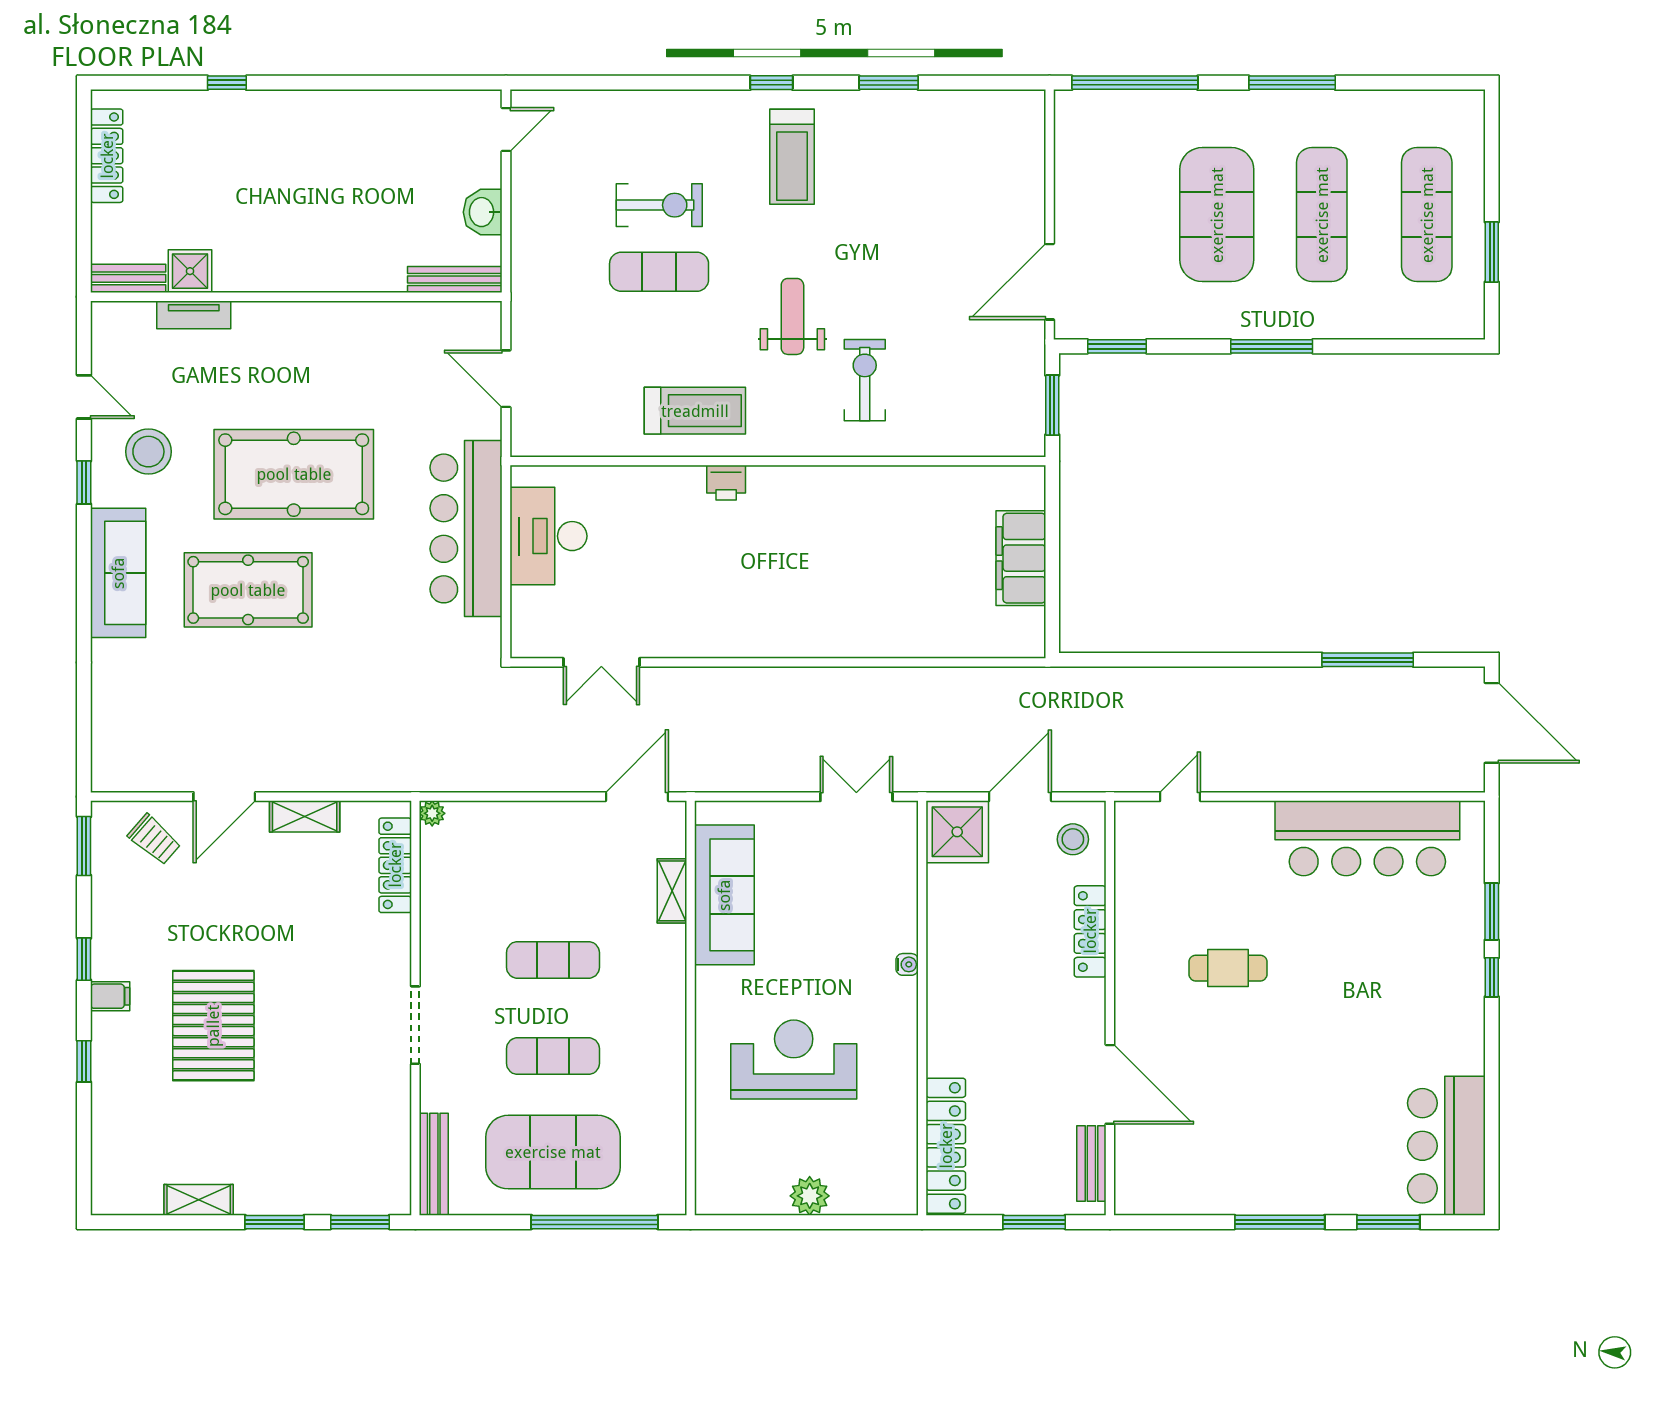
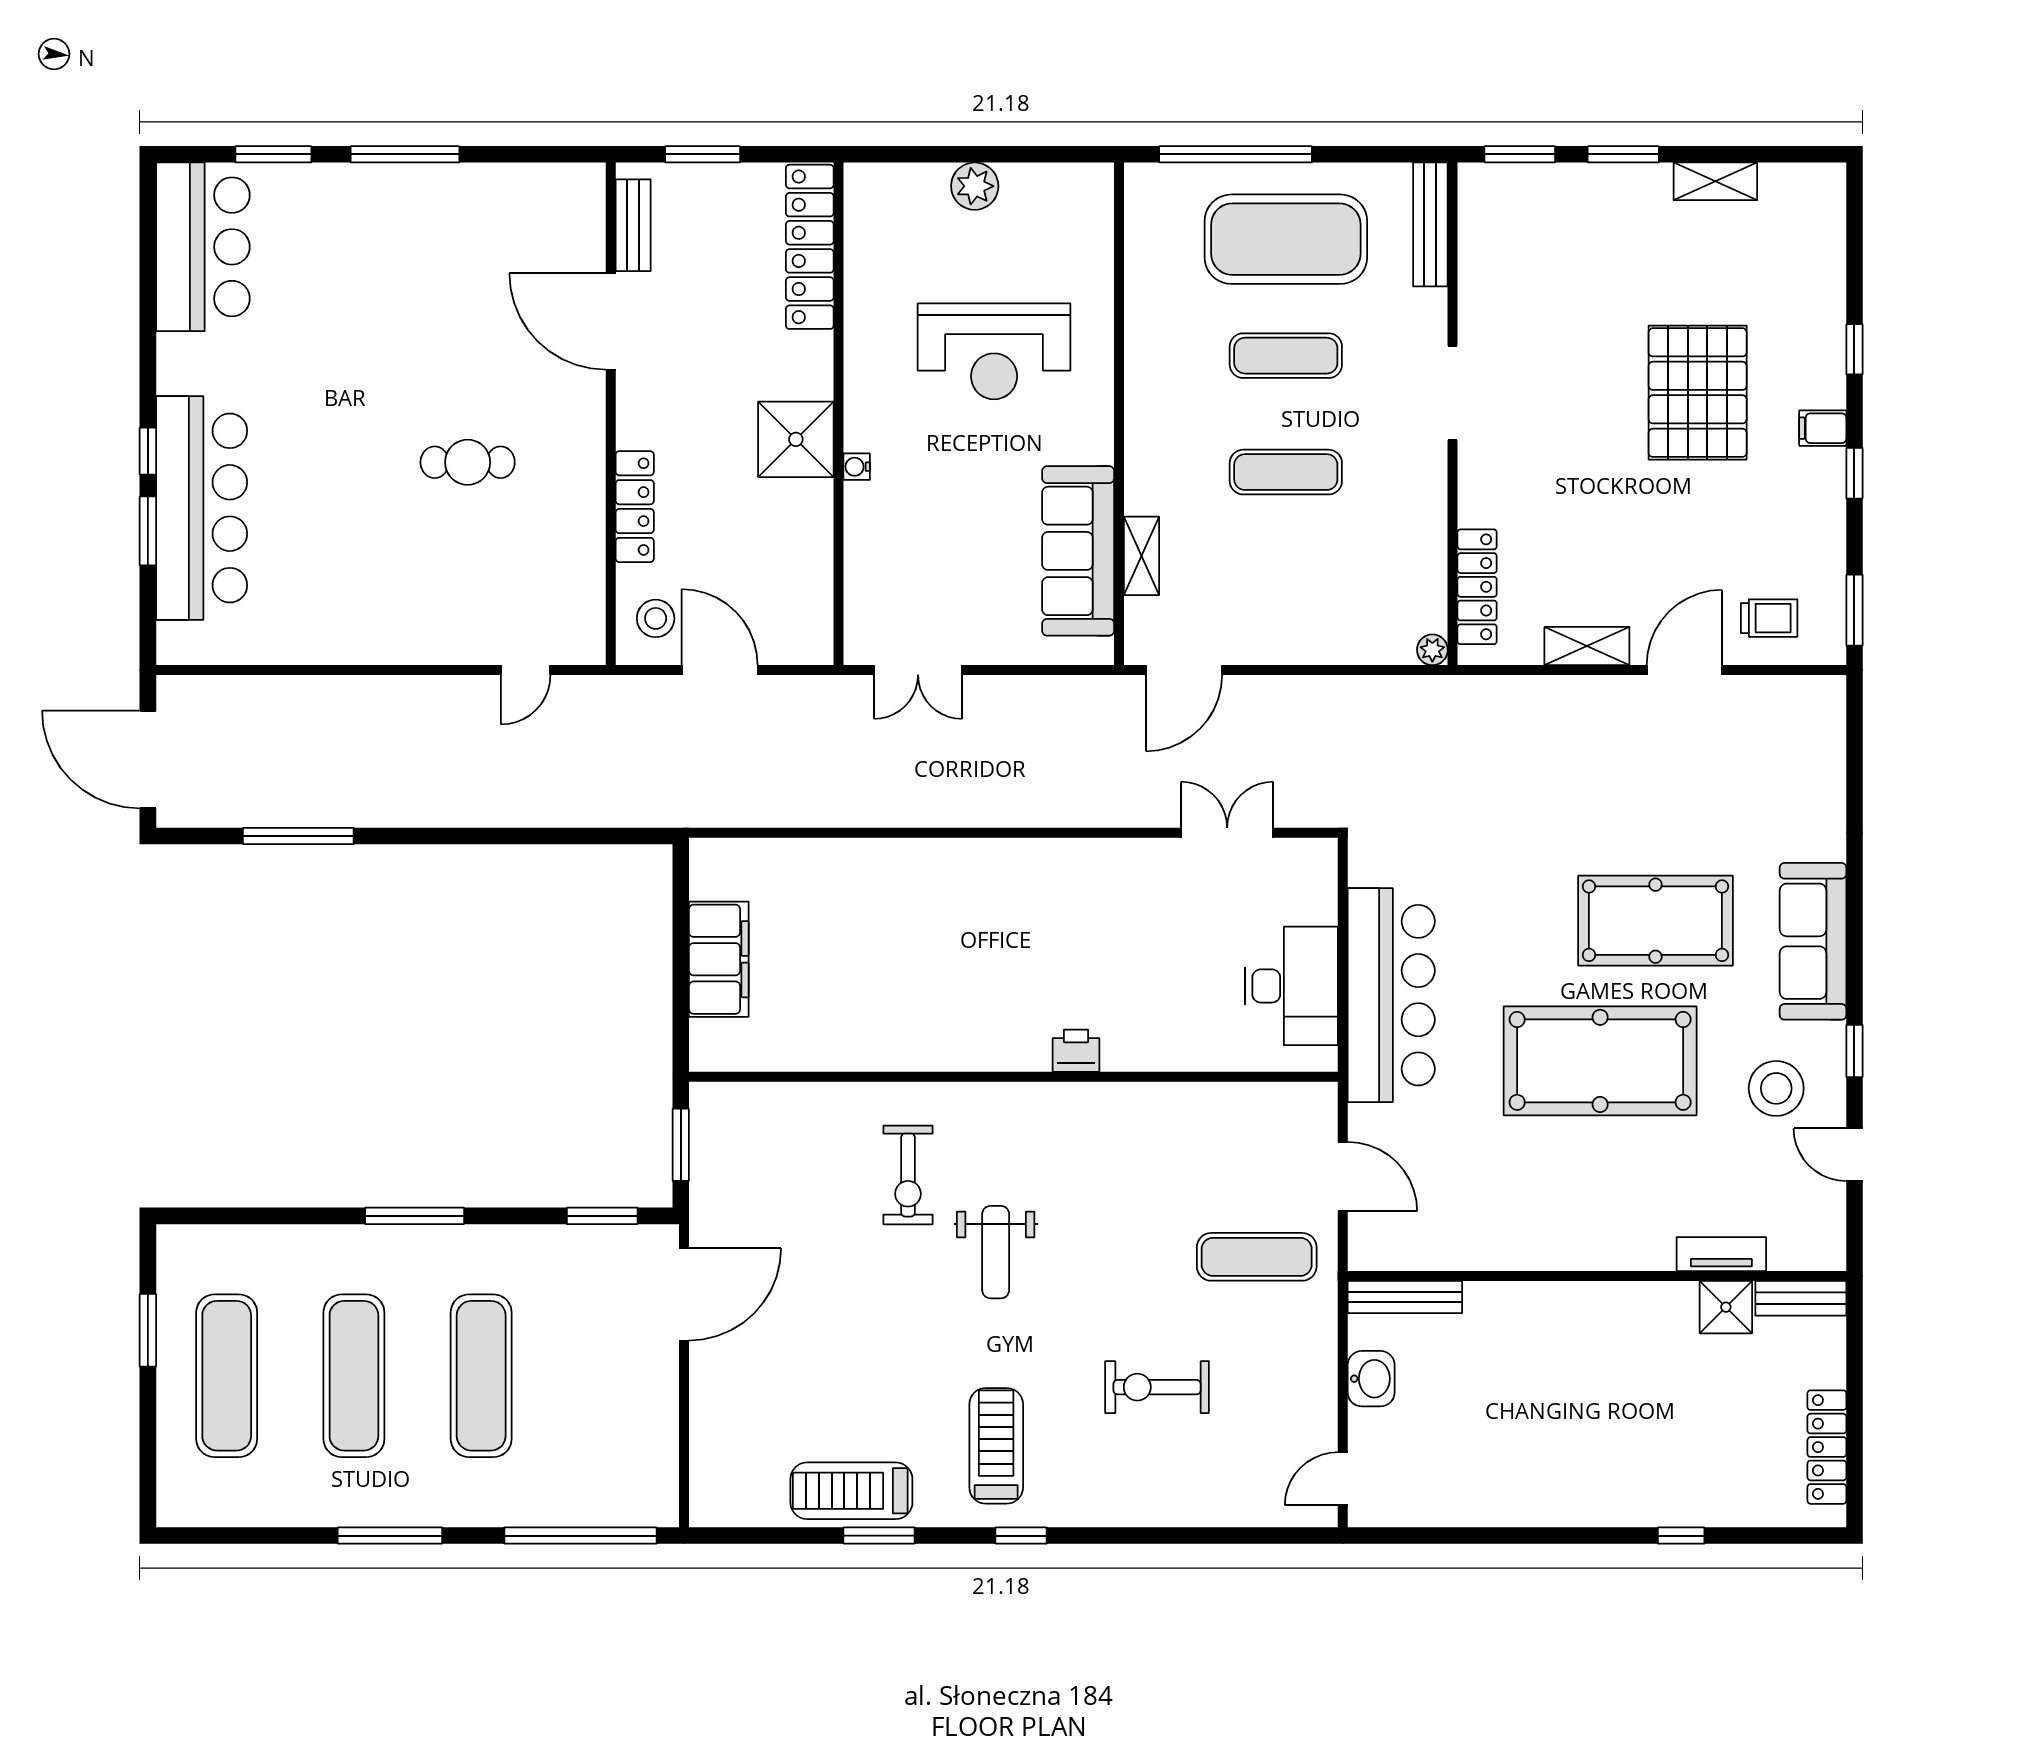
exercise mat: (1217, 215) -> (481, 1376), width x0.68
exercise mat: (659, 272) -> (1257, 1257), moved
treadmill: (695, 411) -> (851, 1491), moved
door: (1020, 797) -> (720, 670), swing flipped
shower: (957, 832) -> (796, 439), moved
bar counter: (1367, 838) -> (202, 508), moved, turned 90
trolley: (154, 840) -> (1769, 618), turned 139

